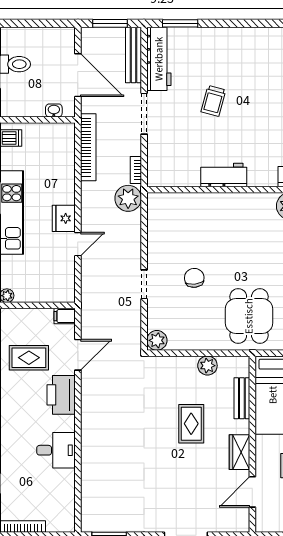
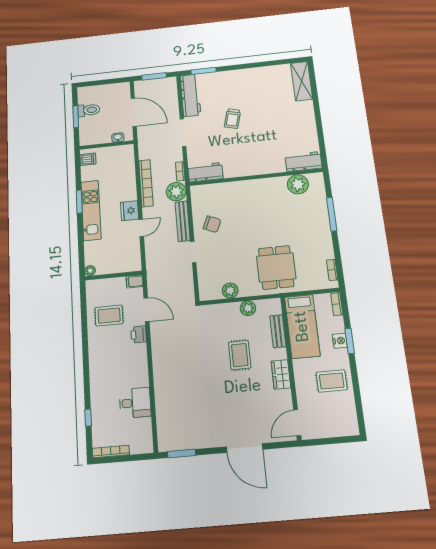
bench: (134, 55) -> (183, 221), moved
bookcase: (88, 147) -> (146, 183), moved
workbench: (224, 175) -> (205, 172), moved
chair: (194, 278) -> (212, 224), moved, turned 119
plant: (157, 340) -> (230, 291), moved
door: (78, 355) -> (147, 310), hinge flipped
printer: (61, 395) -> (139, 334), width x0.53, depth x0.68
desk: (56, 450) -> (135, 403), moved
door: (252, 492) -> (297, 423), moved

